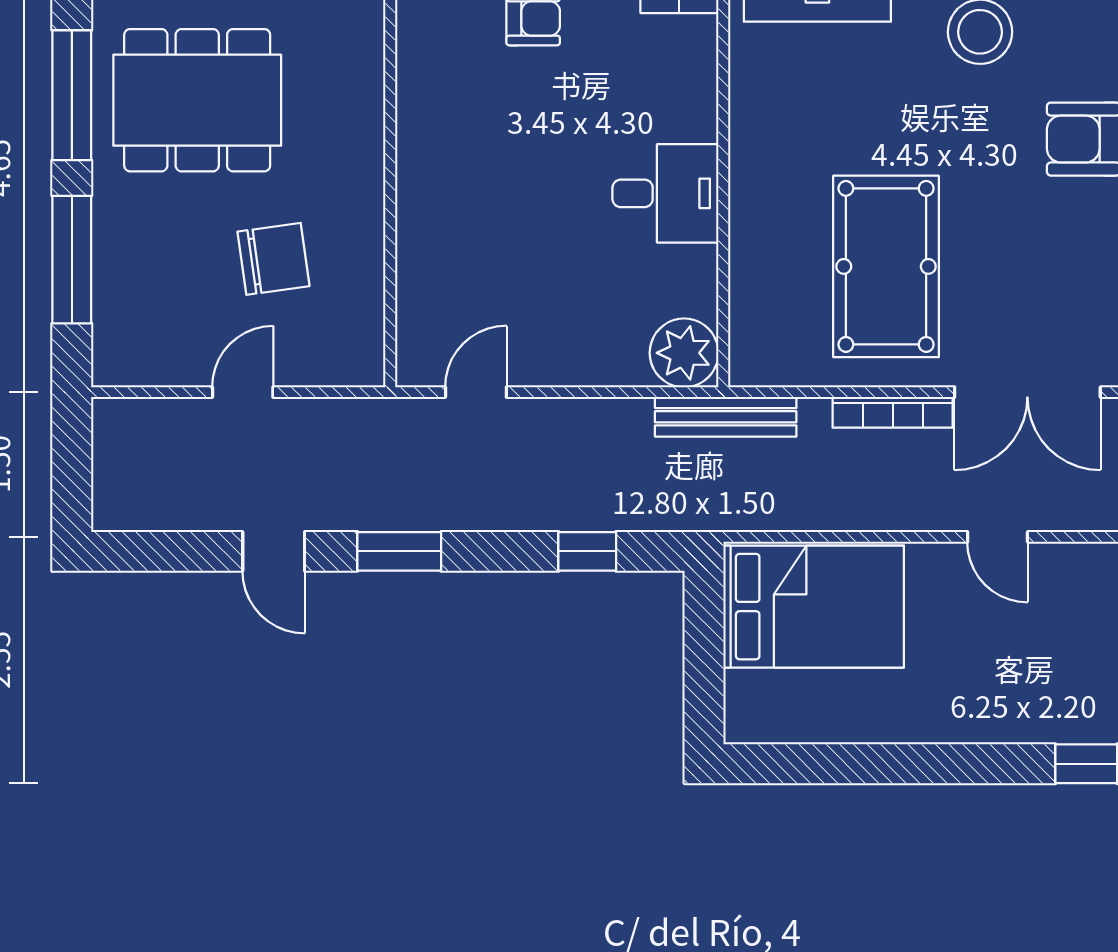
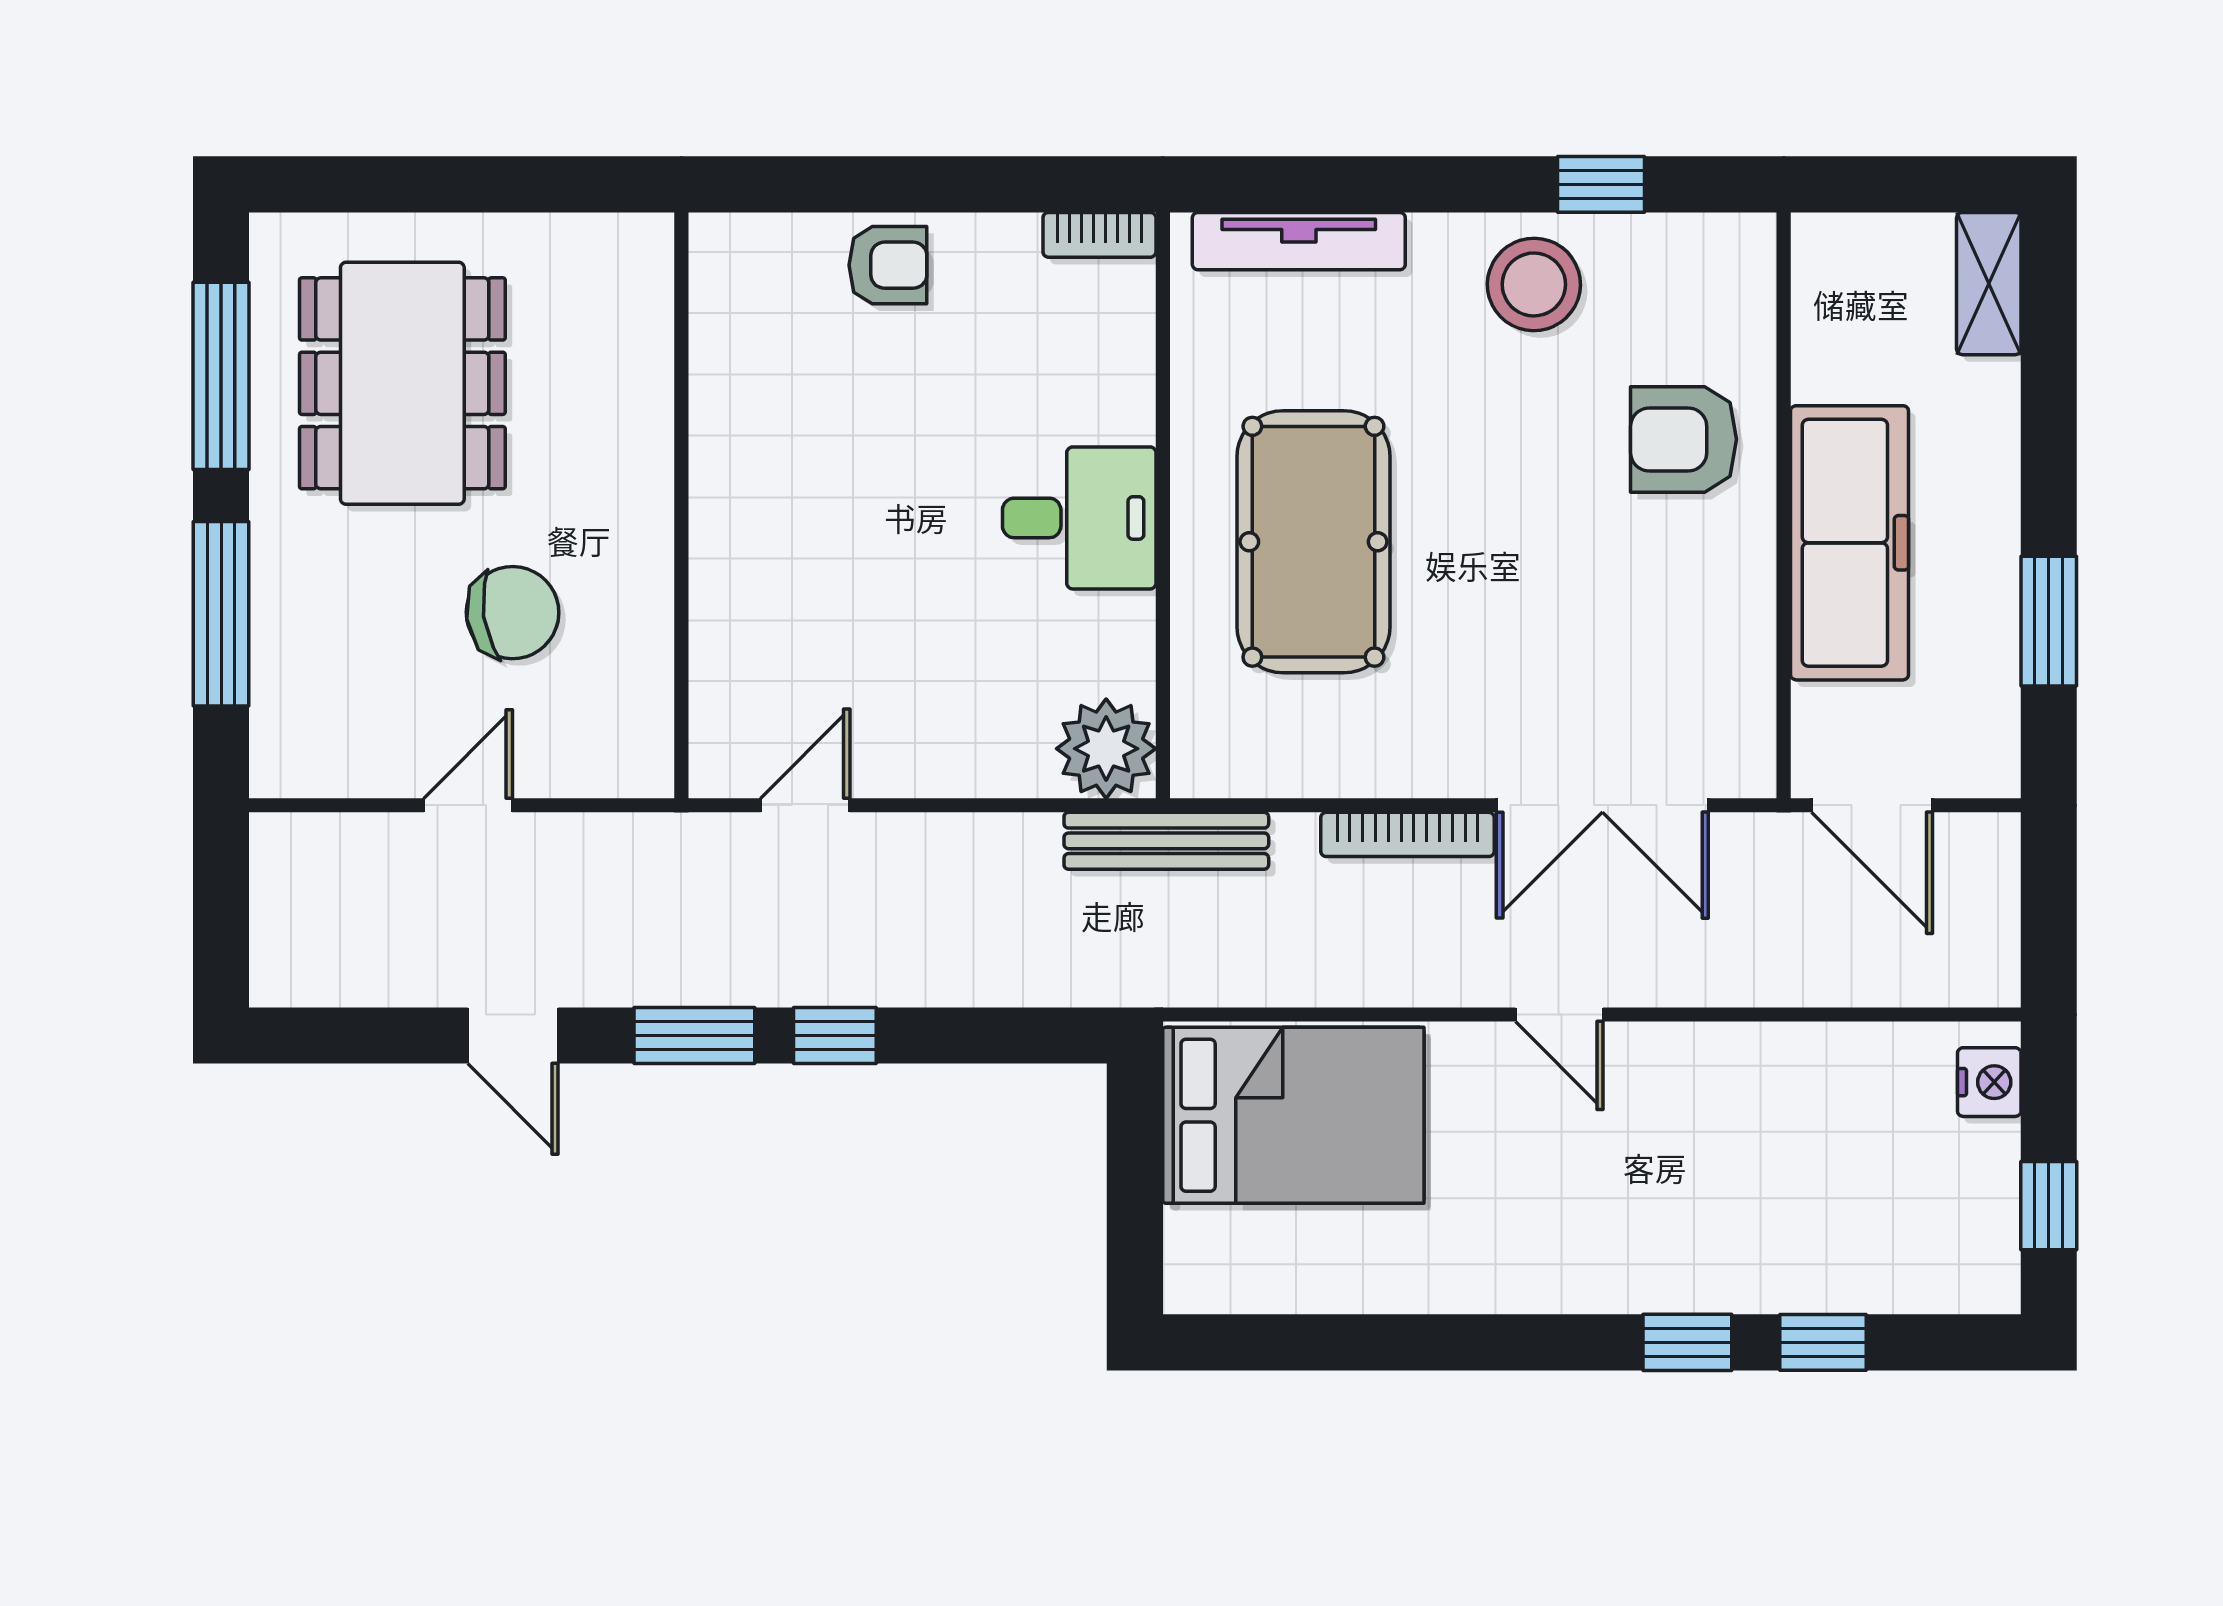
dining table: (197, 100) -> (402, 383), turned 90
pool table: (886, 266) -> (1313, 542), moved
window: (587, 551) -> (835, 1035), moved

